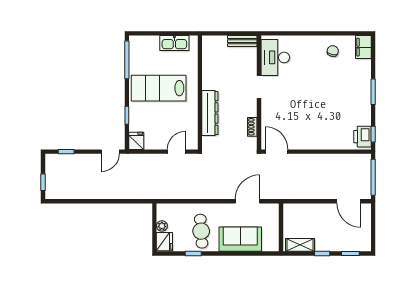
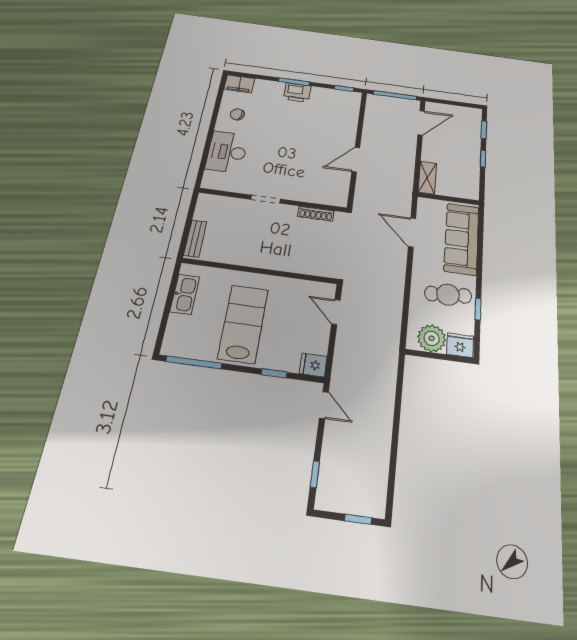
bench: (242, 41) -> (195, 239), moved
desk: (275, 57) -> (227, 152), moved, turned 90
lab bench: (159, 88) -> (243, 324), turned 180
dresser: (210, 113) -> (289, 262), removed
shoe rack: (252, 127) -> (316, 214), width x1.43
printer: (362, 137) -> (297, 93), moved
door: (277, 152) -> (356, 160), moved
plant: (162, 226) -> (432, 338), width x1.87, depth x1.87
sofa: (240, 239) -> (462, 239), width x1.36
shelving: (300, 245) -> (427, 178), moved

